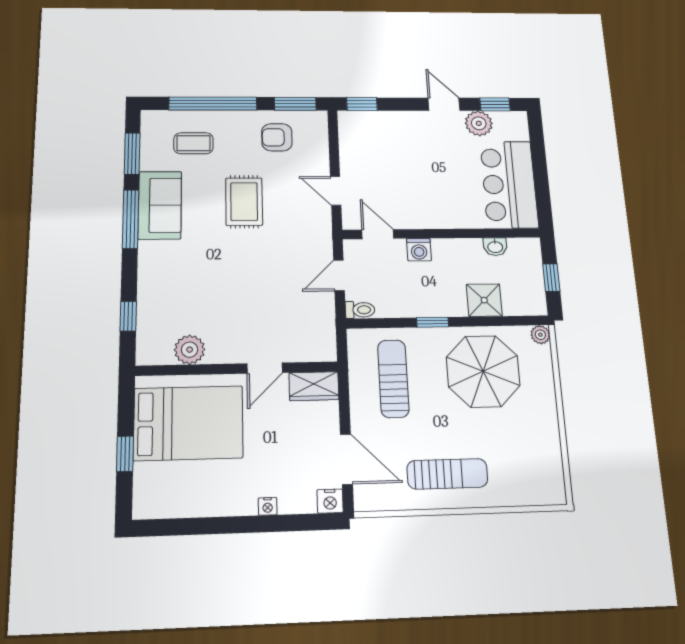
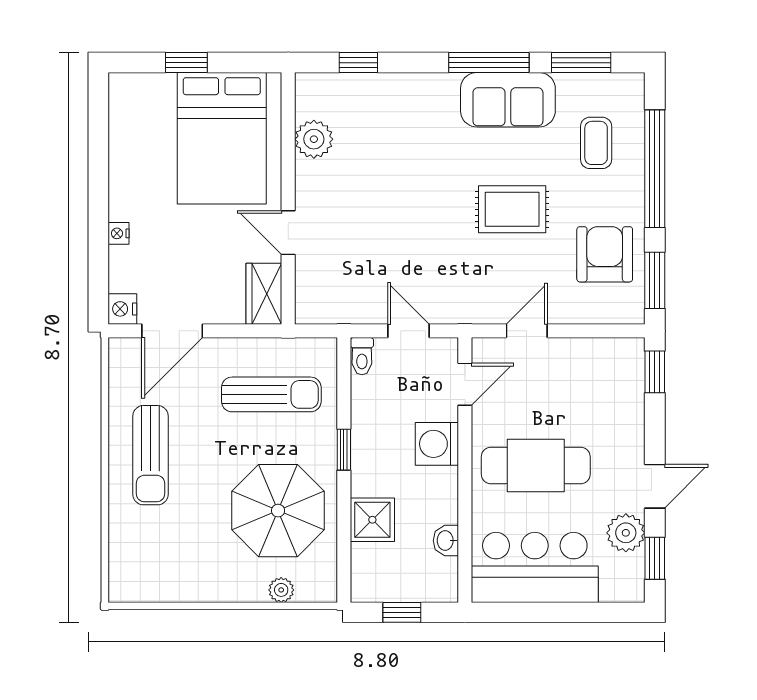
armchair: (277, 137) -> (605, 254), width x1.38, depth x1.38
cafe table: (435, 184) -> (536, 465), added
washing machine: (419, 250) -> (437, 444), width x1.38, depth x1.38
plant: (540, 335) -> (281, 590), moved

